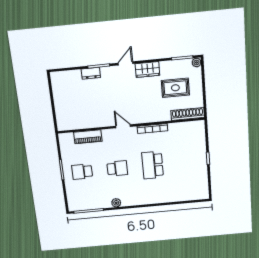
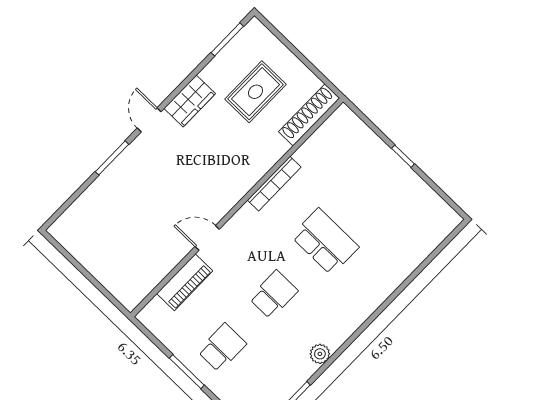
plant: (197, 62) -> (255, 28), removed
dresser: (91, 73) -> (109, 179), removed
door: (123, 126) -> (207, 238), moved
school desk: (153, 165) -> (325, 242), turned 180
school desk: (82, 172) -> (222, 348), turned 180

